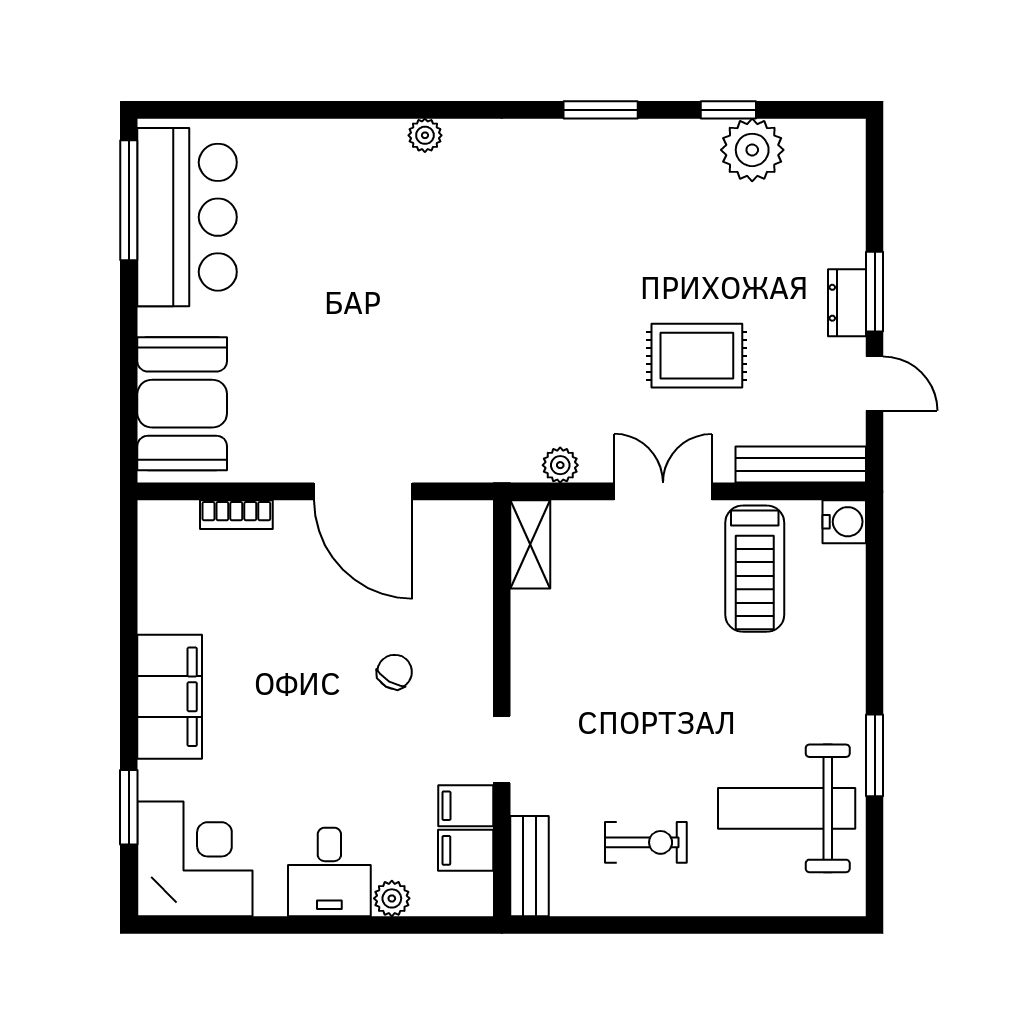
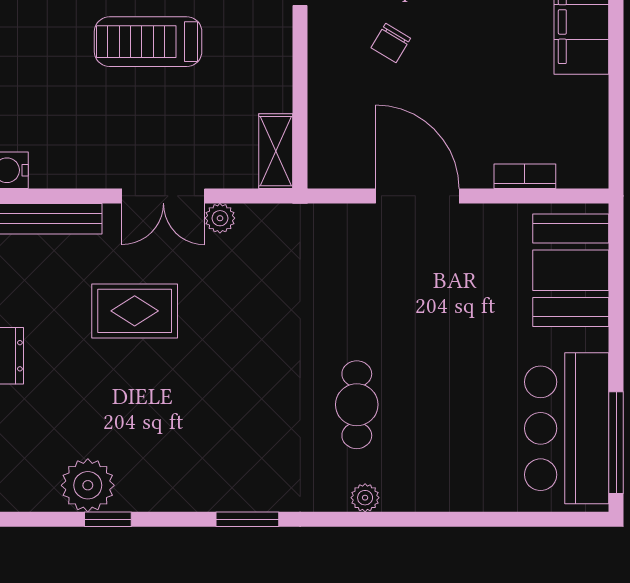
window: (601, 110) -> (247, 519), moved
cafe table: (435, 245) -> (357, 405), added
plant: (560, 465) -> (220, 218), moved
treadmill: (755, 569) -> (148, 42), moved, turned -90

